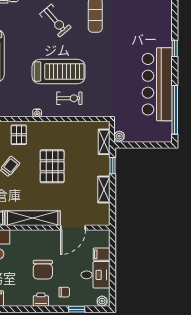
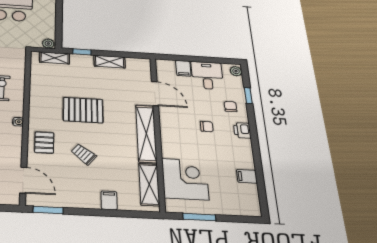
pallet: (19, 135) -> (44, 143), turned 90
chair: (43, 270) -> (207, 126), width x0.54, depth x0.54

